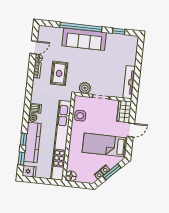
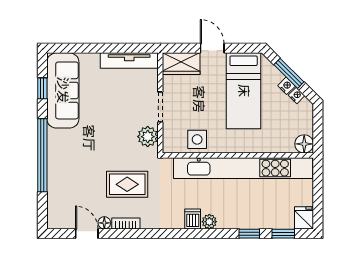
sofa: (84, 39) -> (63, 90), moved
kitchen counter: (32, 142) -> (253, 217), removed

